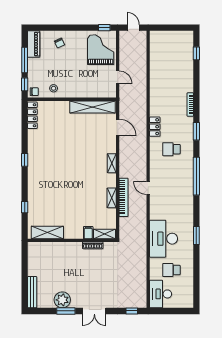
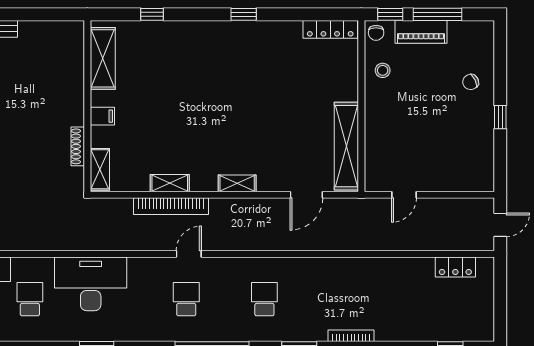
window: (104, 28) -> (500, 117), moved
piano: (34, 44) -> (421, 32), moved
grand piano: (101, 50) -> (458, 162), removed
locker: (155, 127) -> (455, 267), moved
school desk: (171, 189) -> (186, 299), added
filing cabinet: (88, 233) -> (102, 116), moved

